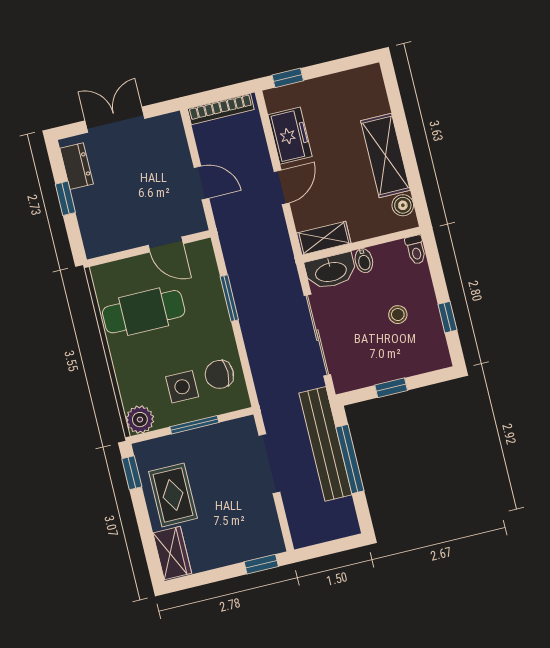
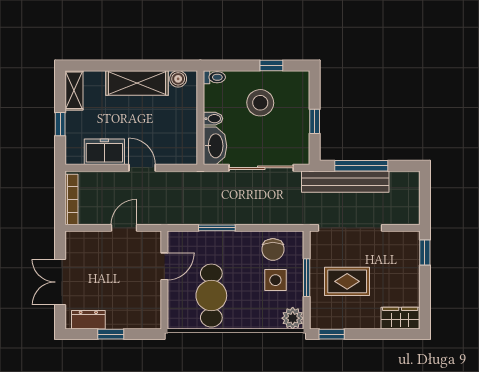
window: (288, 78) -> (60, 124), moved
shelving: (324, 238) -> (74, 90), moved
stool: (398, 315) -> (260, 103), width x1.89, depth x1.89
doorway: (269, 464) -> (350, 228), width x1.36
rug: (173, 495) -> (347, 281), moved

